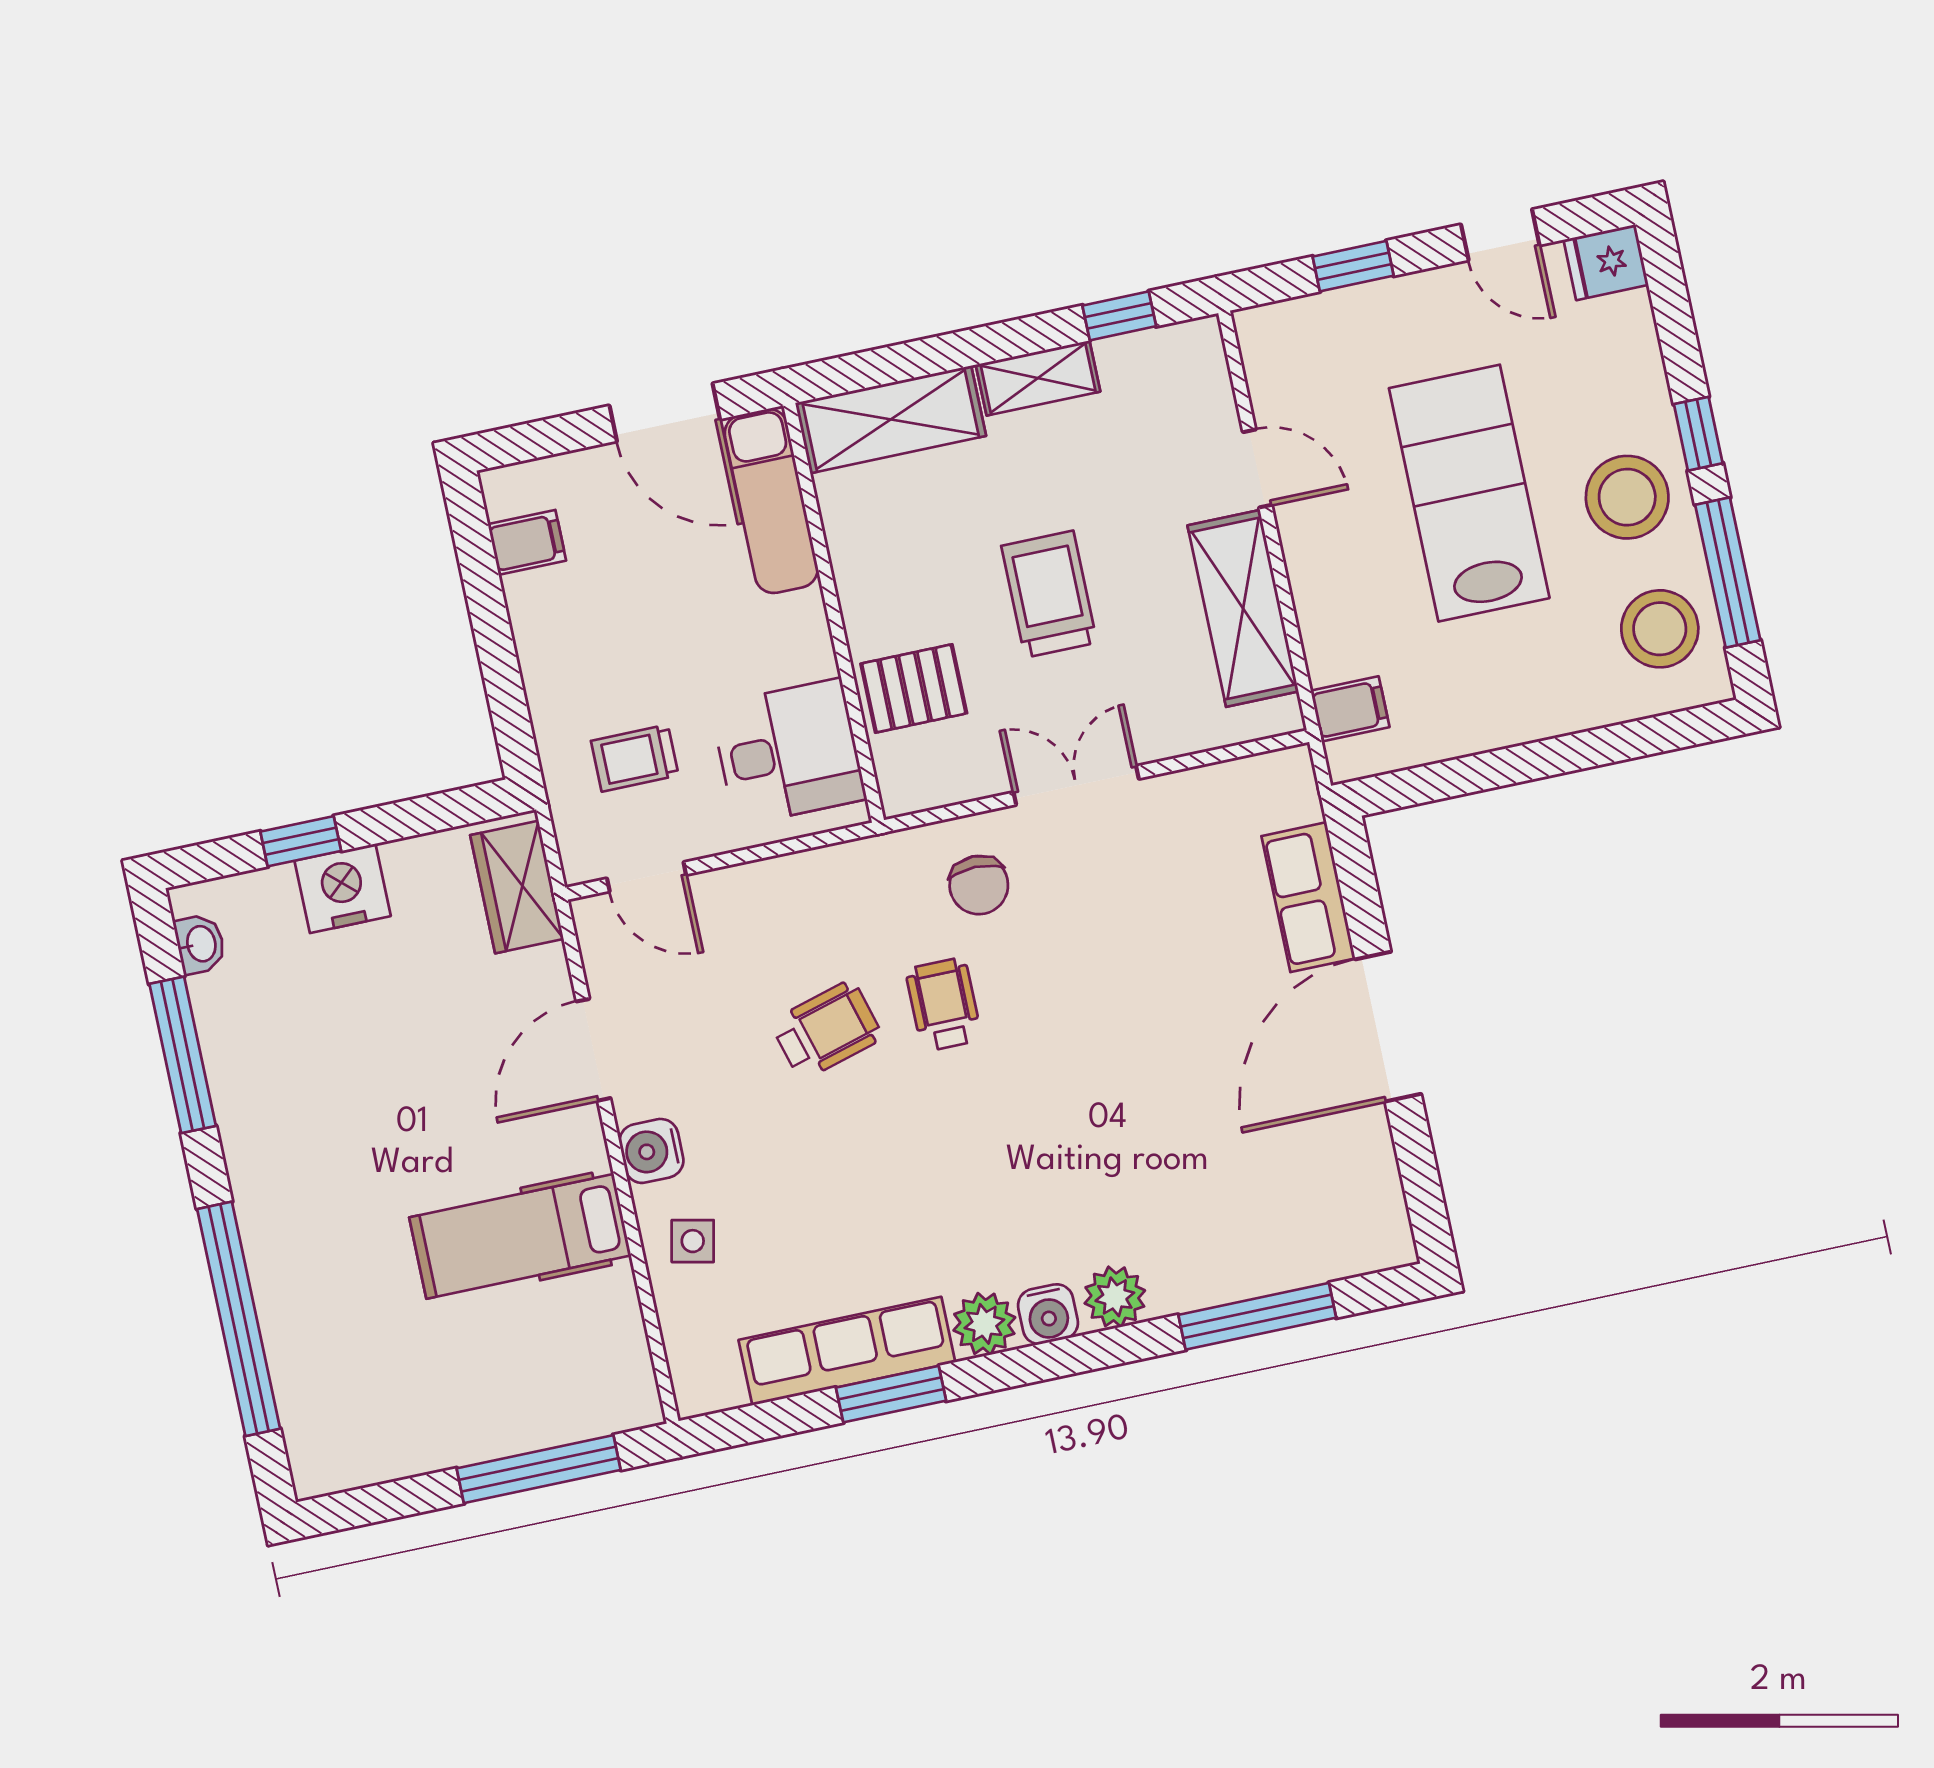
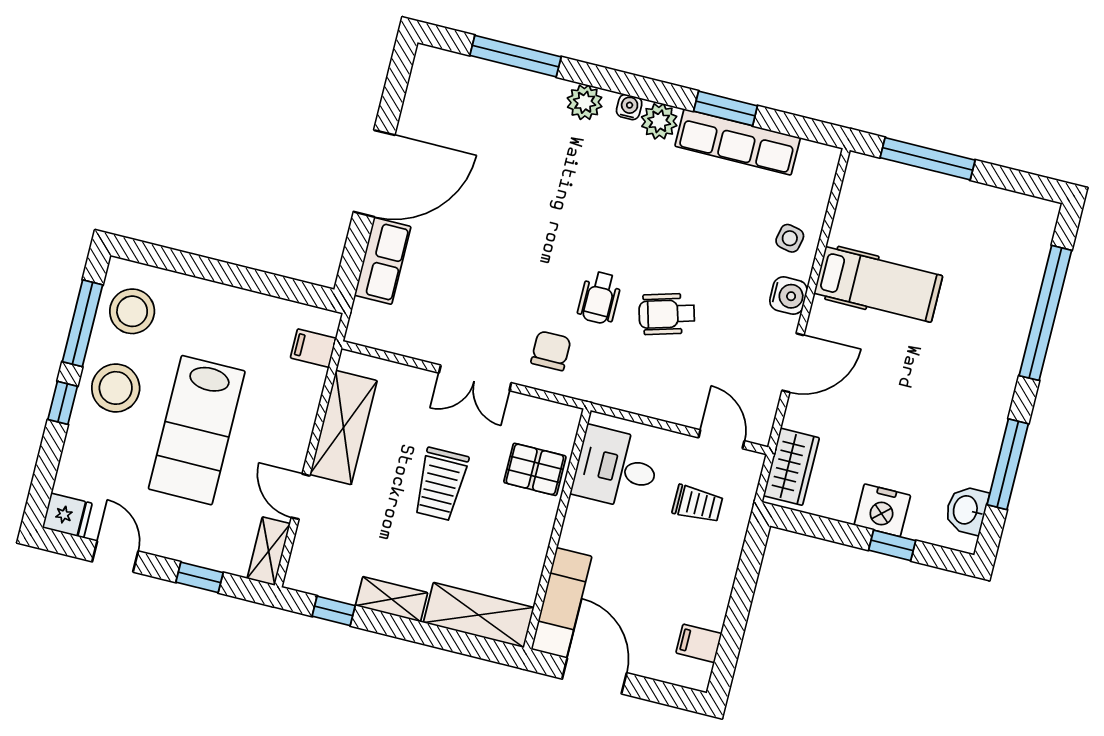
shelving: (1266, 359) -> (269, 551), added
washbasin: (200, 944) -> (966, 510), width x1.38, depth x1.45
water cooler: (1048, 1314) -> (629, 107), width x0.72, depth x0.72

